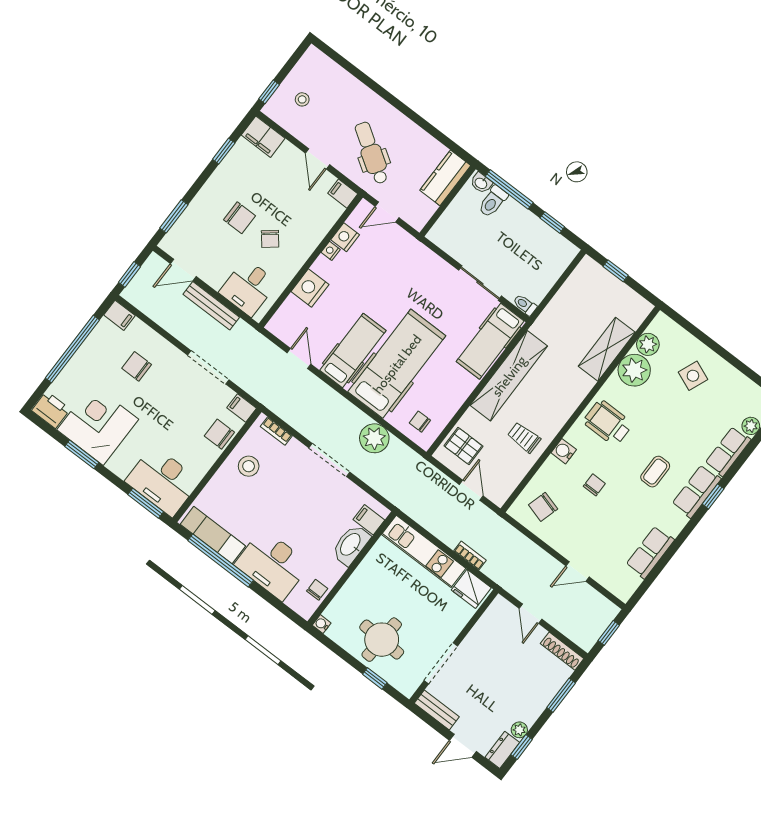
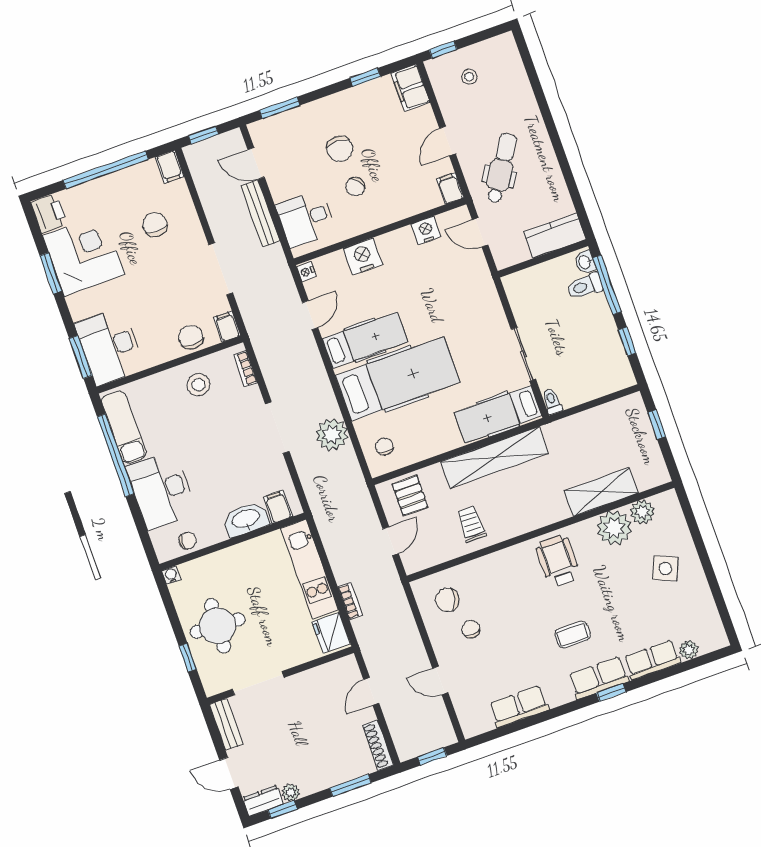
nightstand: (331, 251) -> (306, 272), moved, turned -90
water cooler: (564, 451) -> (500, 561), removed
chair: (594, 485) -> (471, 629), moved, turned -90

